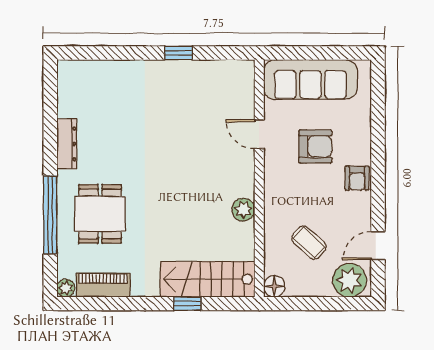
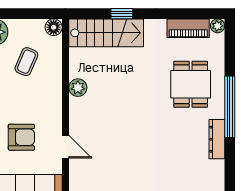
armchair: (315, 146) -> (21, 137), turned 180
window: (50, 215) -> (230, 107), moved
coffee table: (309, 243) -> (26, 62), turned 71

